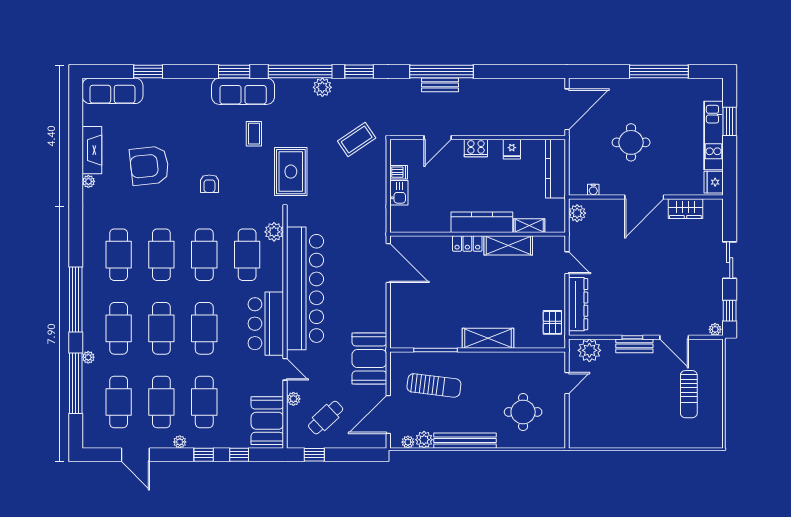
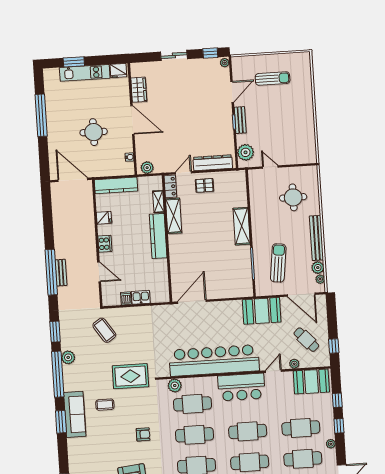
locker: (467, 244) -> (170, 186), moved
pallet: (552, 322) -> (204, 185), moved

